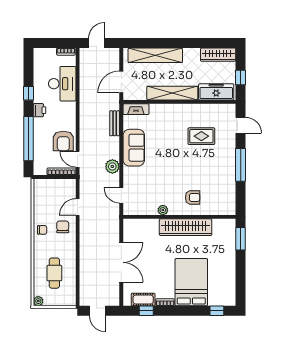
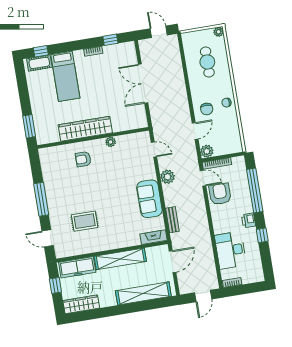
plant: (69, 185) -> (207, 151), added
bed: (191, 282) -> (65, 76), width x0.67
cot: (143, 300) -> (39, 63), moved

